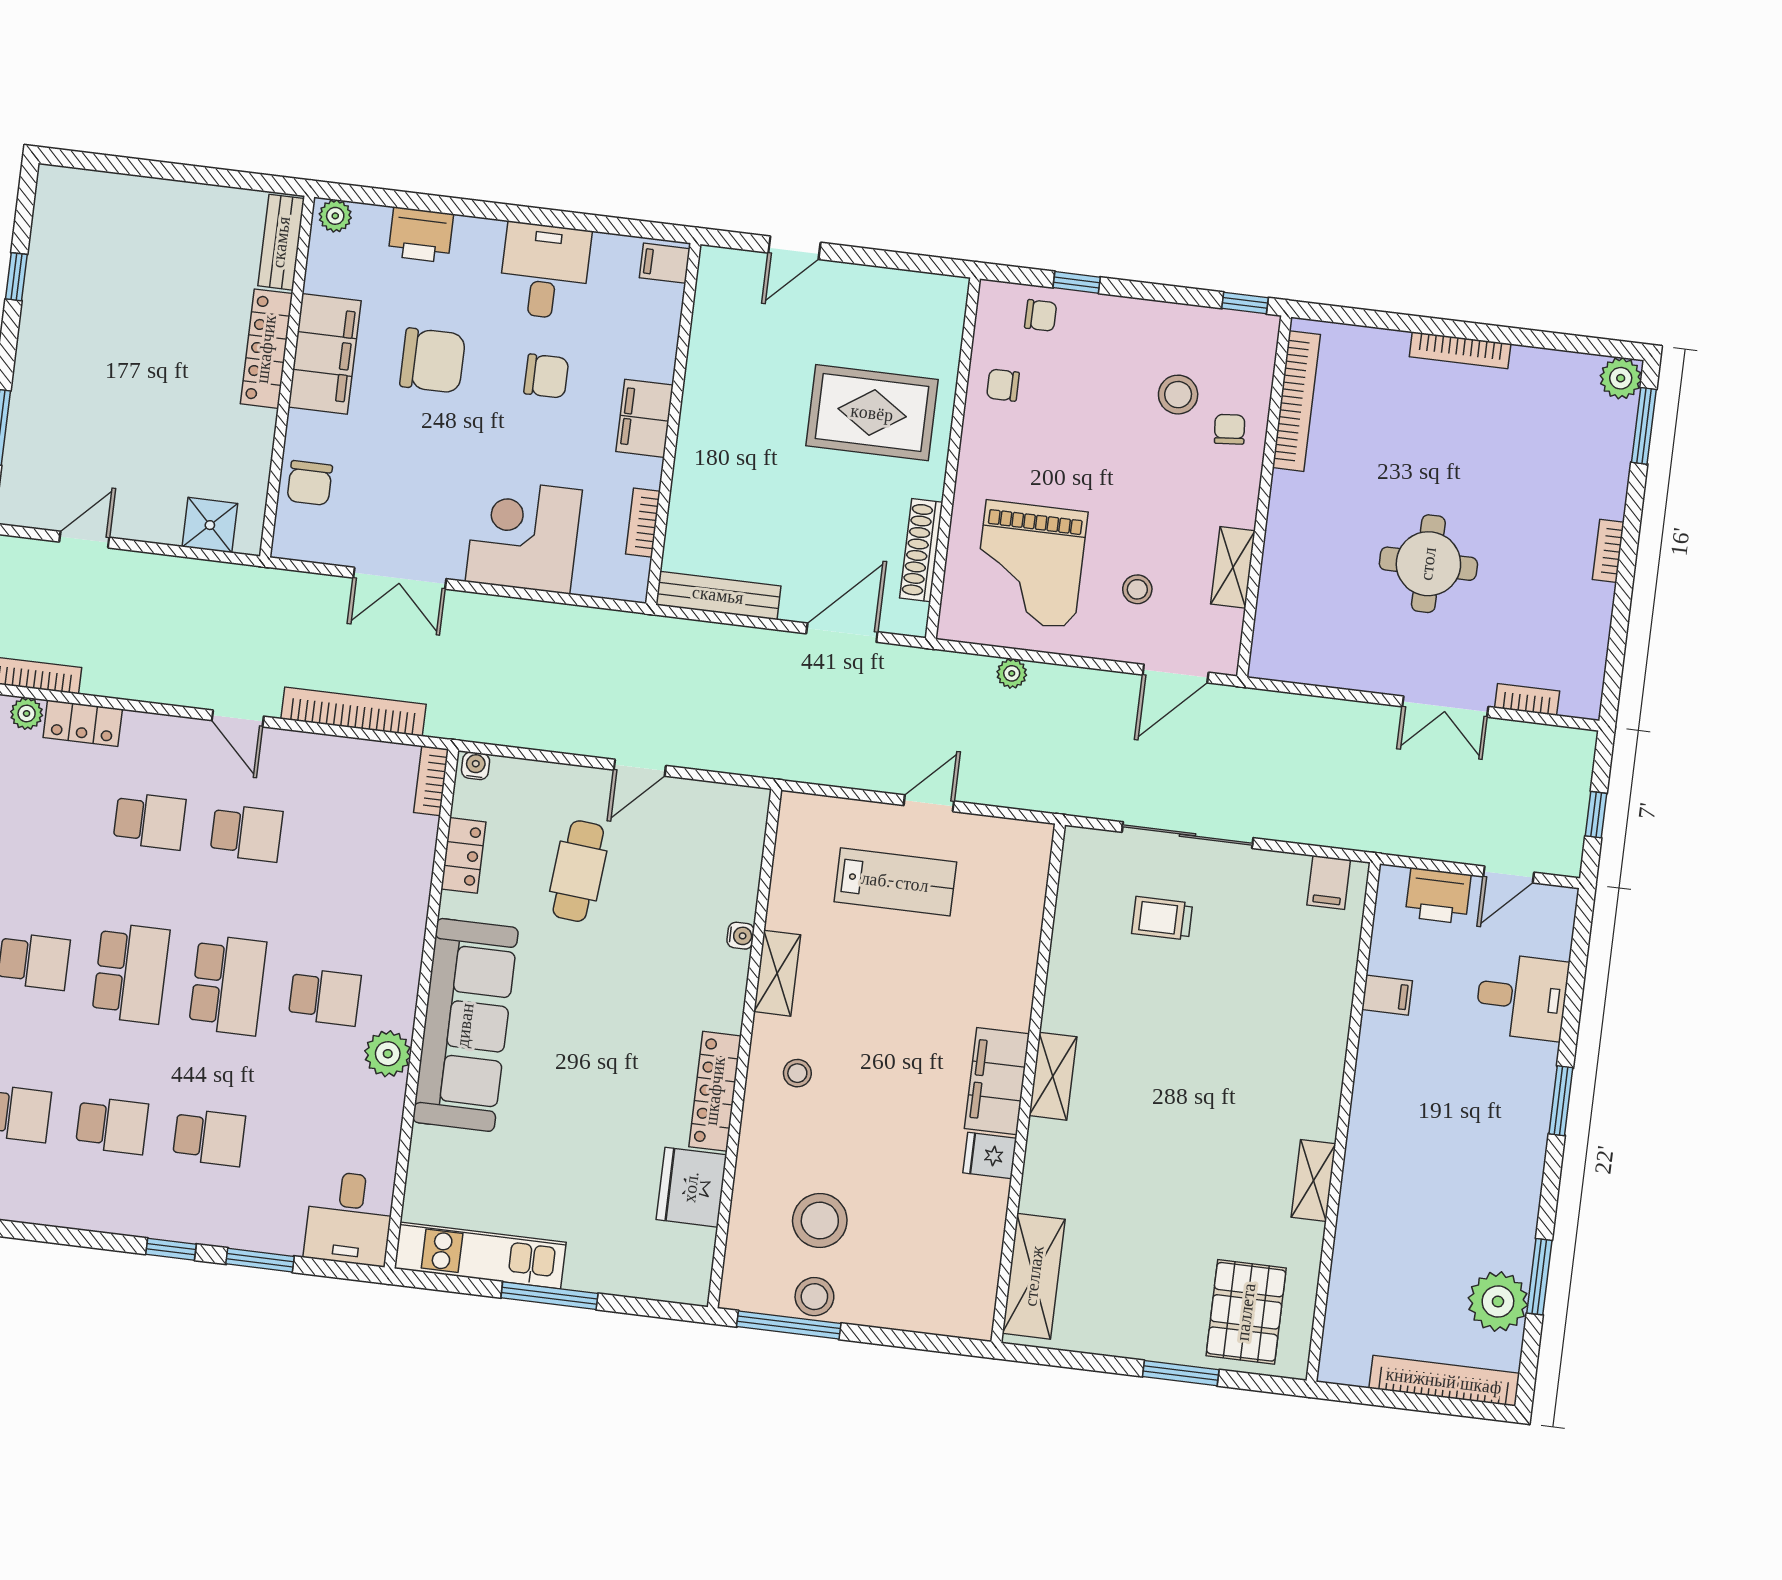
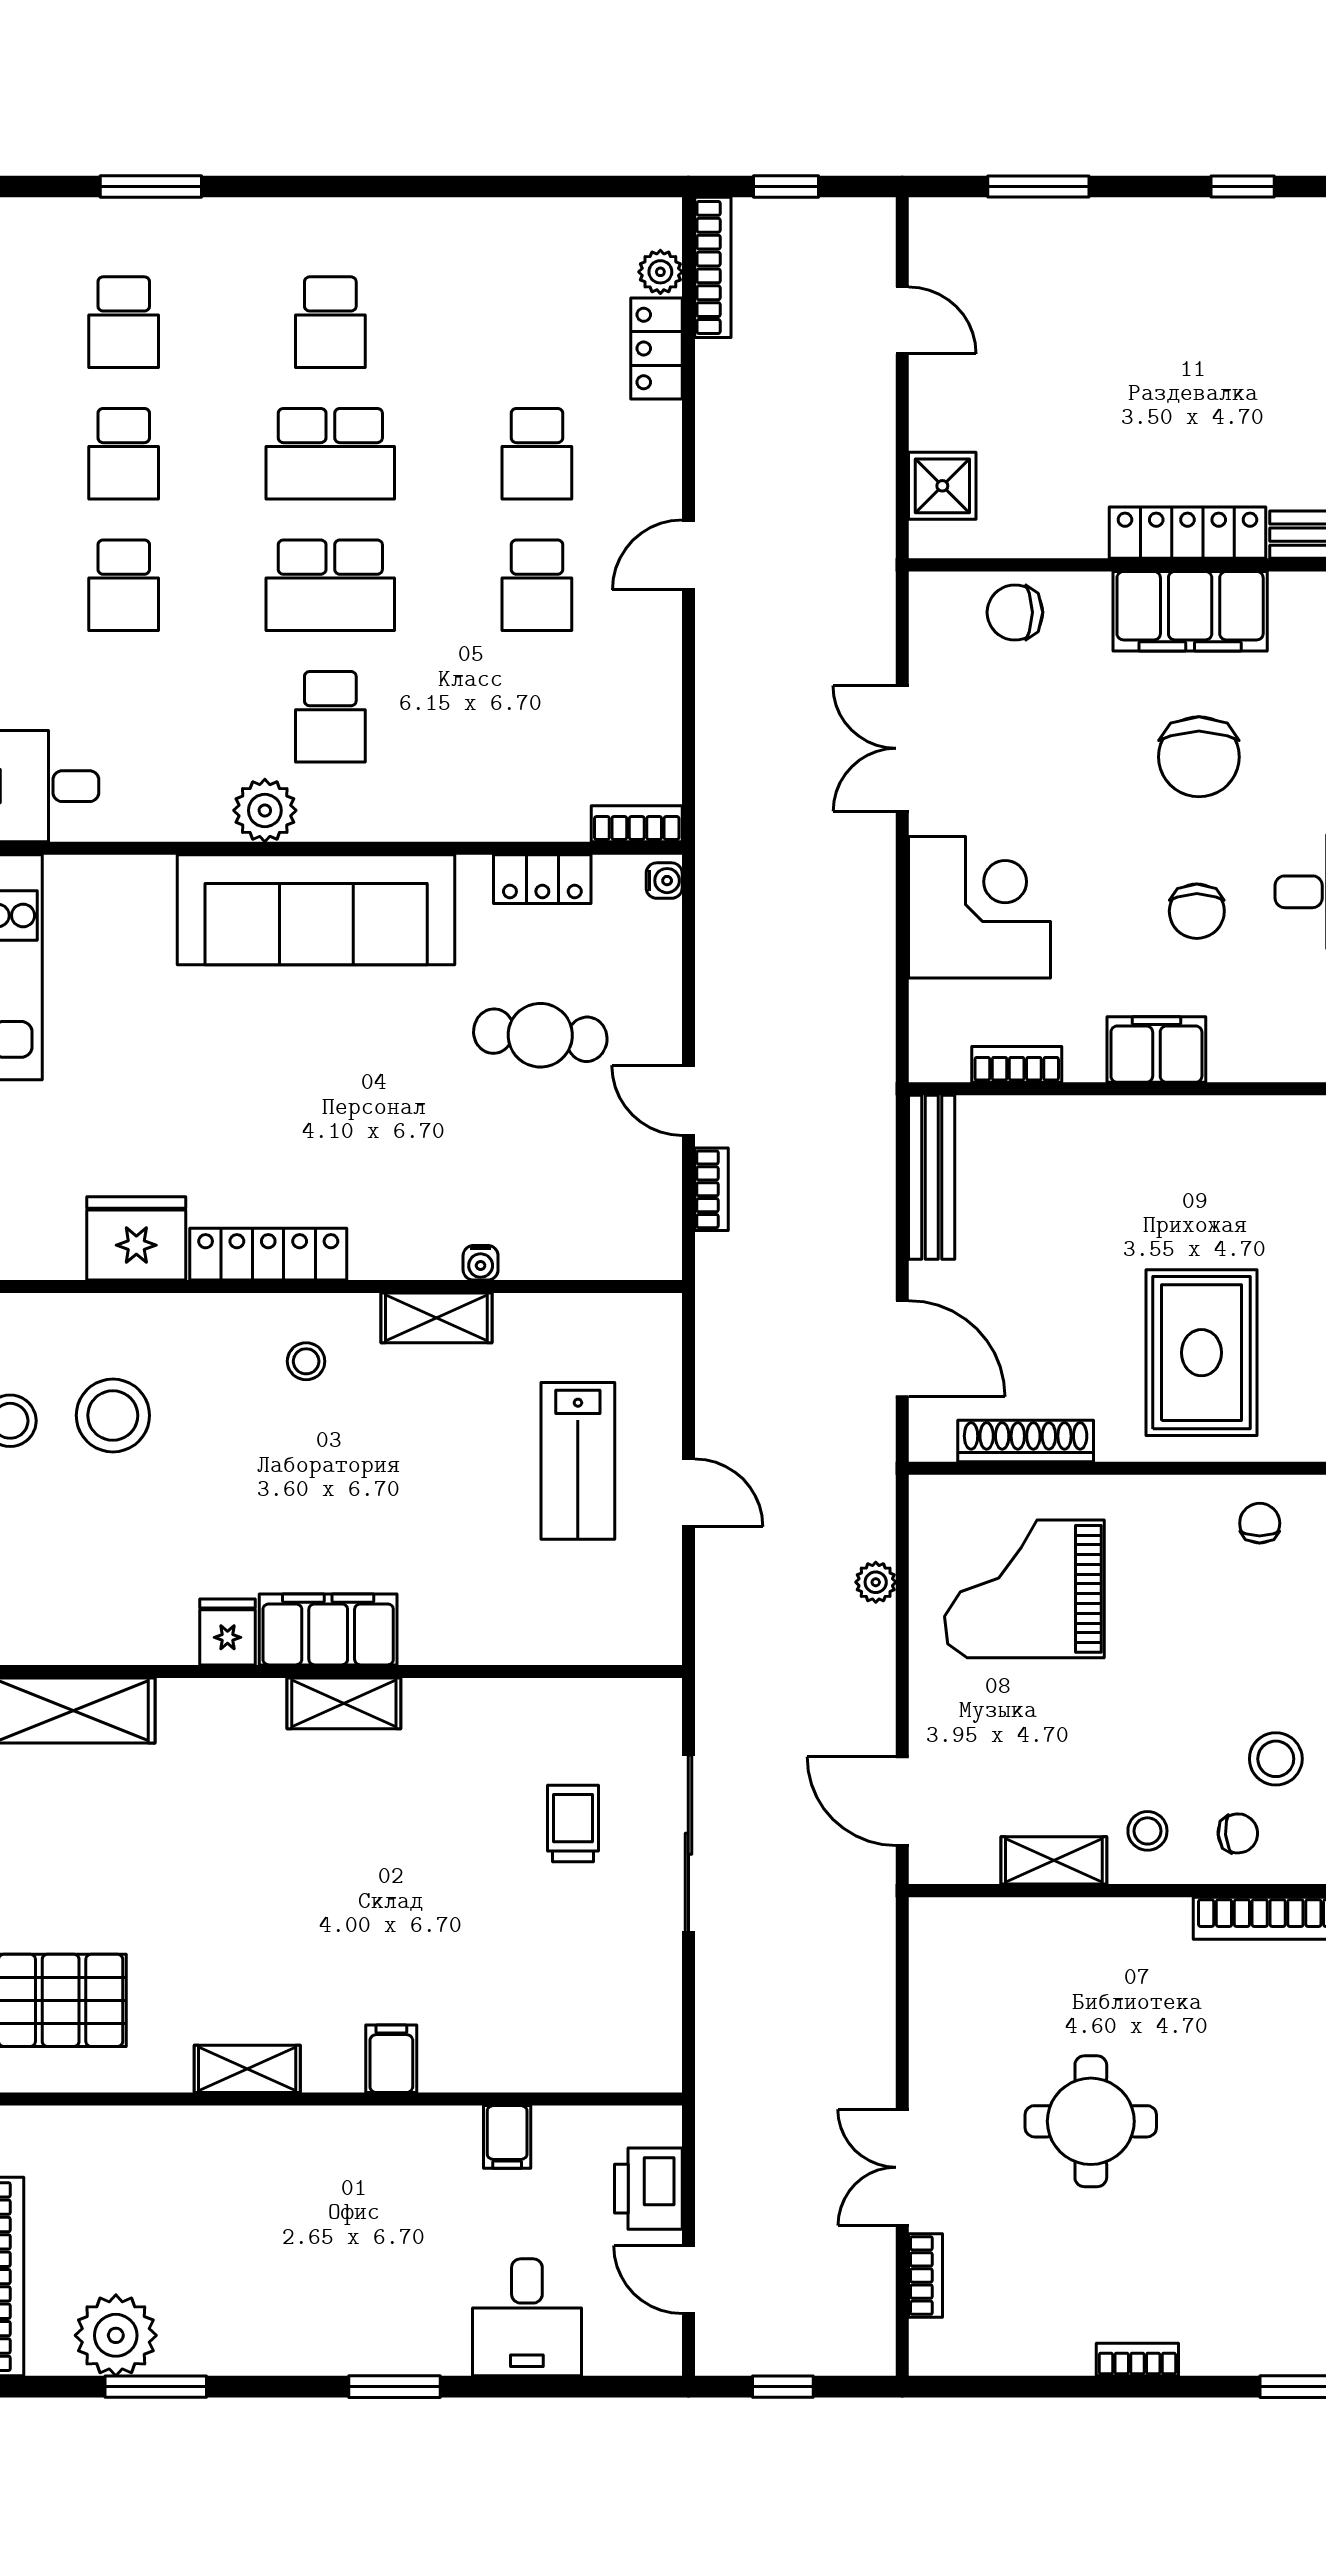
stool: (1137, 589) -> (1147, 1831), moved
bookcase: (353, 712) -> (711, 1189), moved, width x0.43, depth x0.76
filing cabinet: (1329, 882) -> (391, 2059), moved, turned 90

